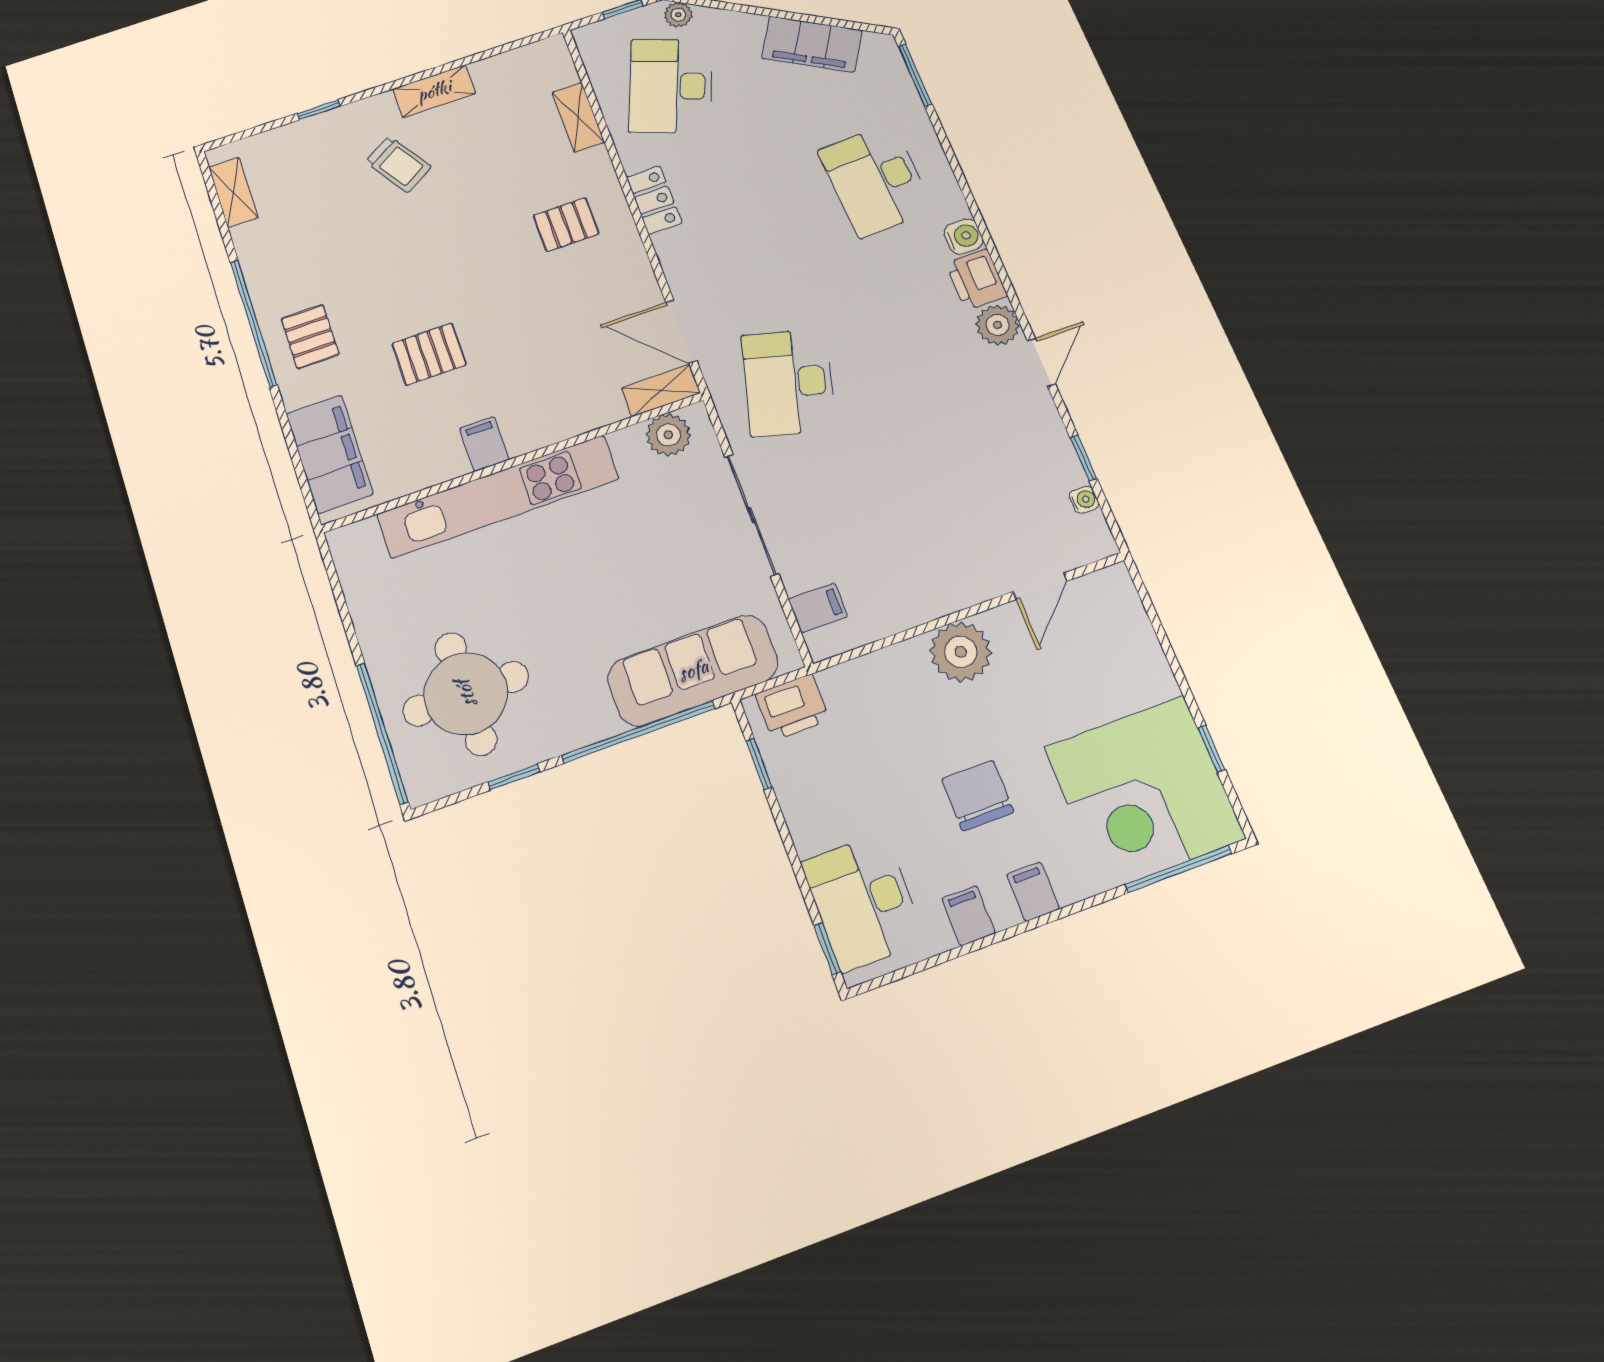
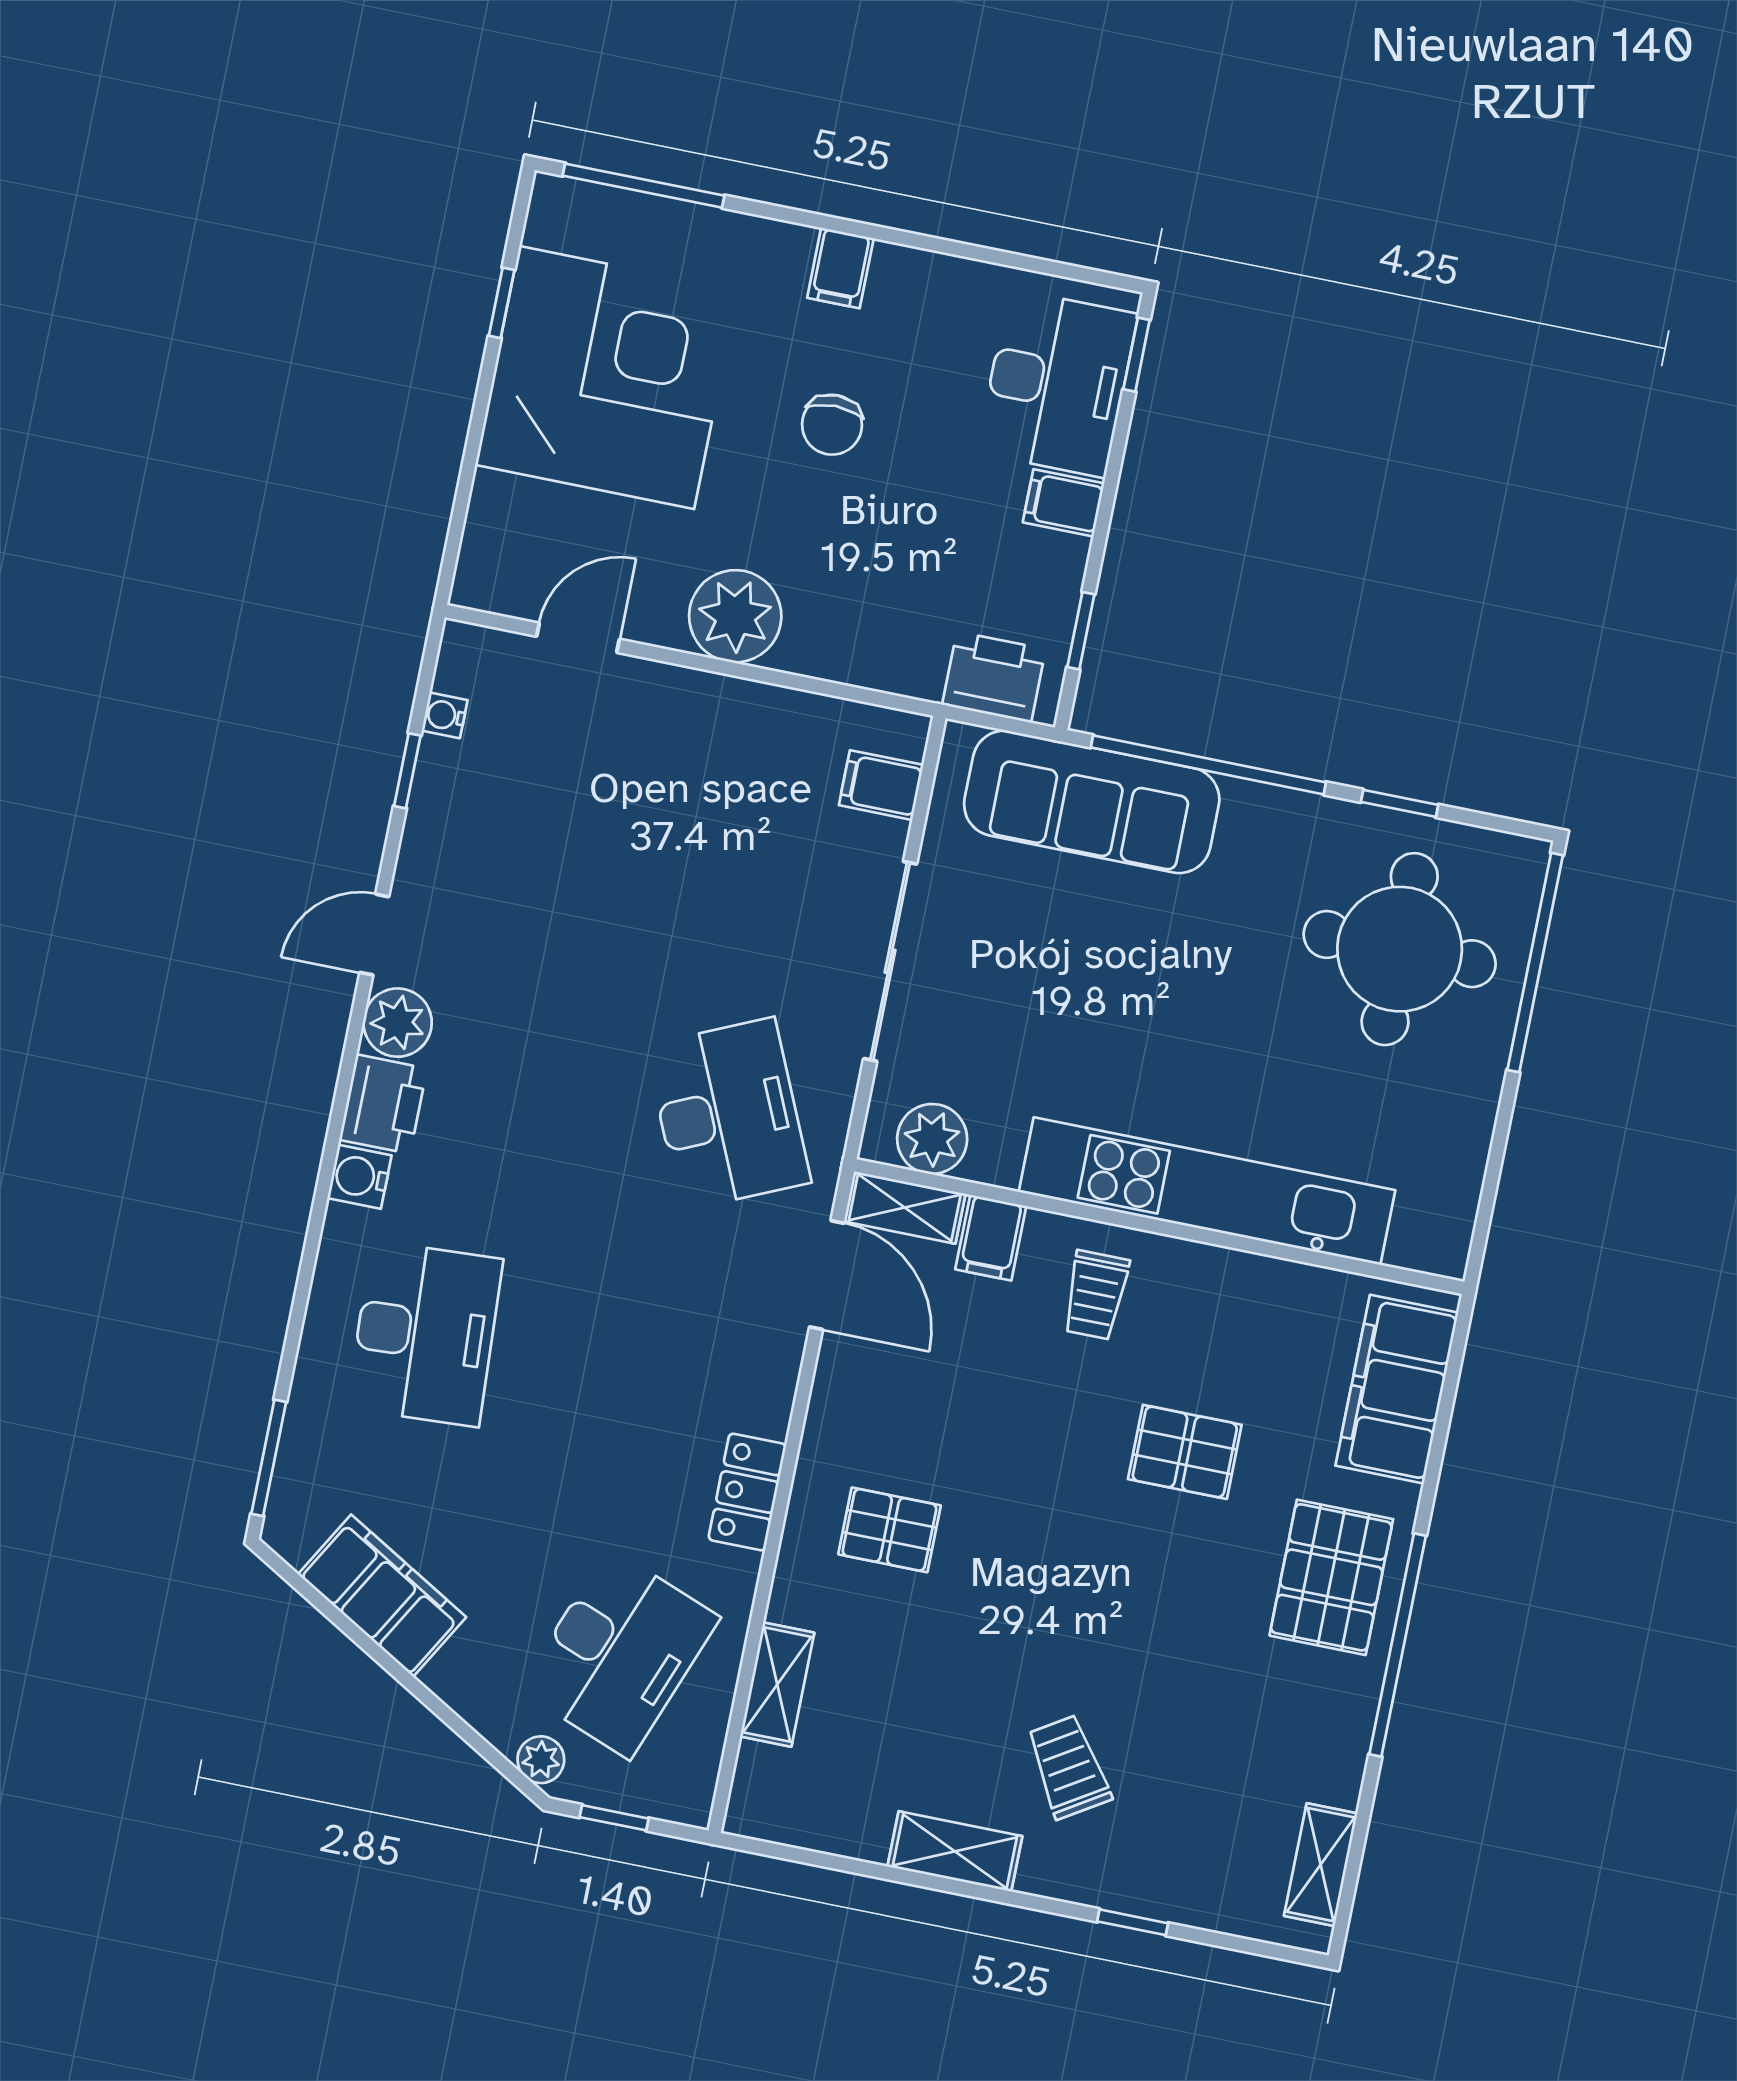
pallet: (310, 337) -> (1331, 1577), width x1.50, depth x1.42
desk: (788, 382) -> (728, 1114), turned -39
trolley: (527, 406) -> (1096, 1295), added
filing cabinet: (484, 444) -> (991, 1238), moved
corner desk: (1144, 793) -> (607, 378), moved
chair: (978, 795) -> (832, 425), width x0.73, depth x0.73
filing cabinet: (968, 916) -> (1064, 503), moved, turned 90

